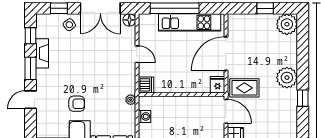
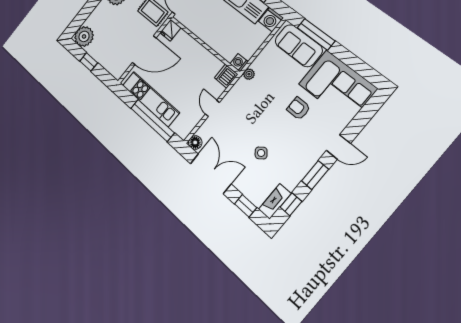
side table: (69, 25) -> (261, 153), moved
fireplace: (42, 53) -> (275, 201), moved
washing machine: (144, 116) -> (239, 63), moved

